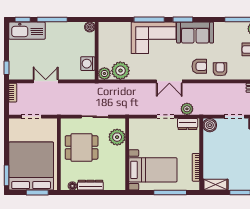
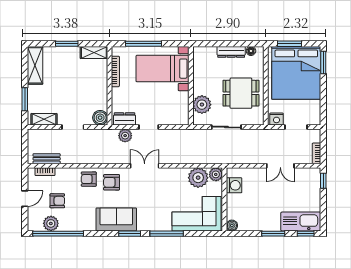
window: (52, 20) -> (273, 234), width x0.69
corner sofa: (154, 38) -> (196, 214), moved
armchair: (220, 69) -> (89, 179), turned 90
nightstand: (49, 124) -> (277, 119), added

